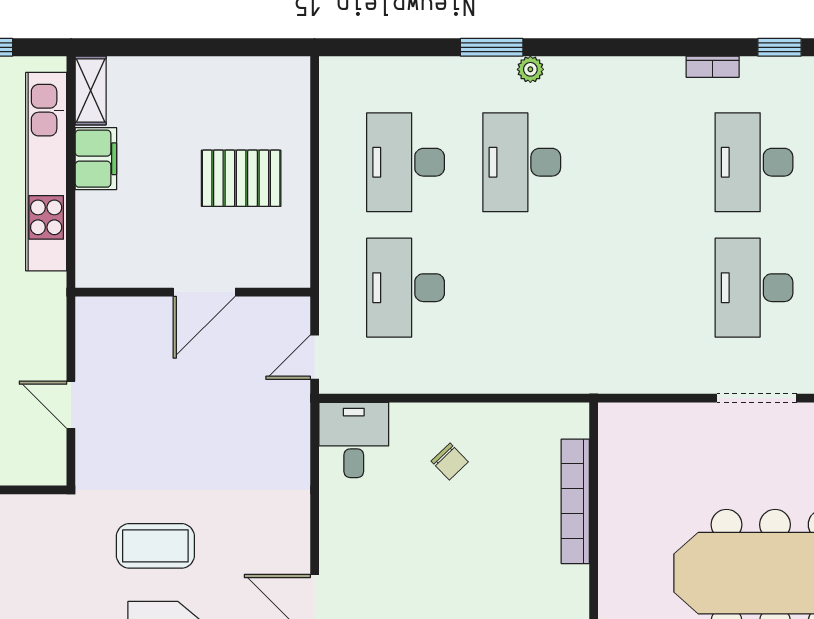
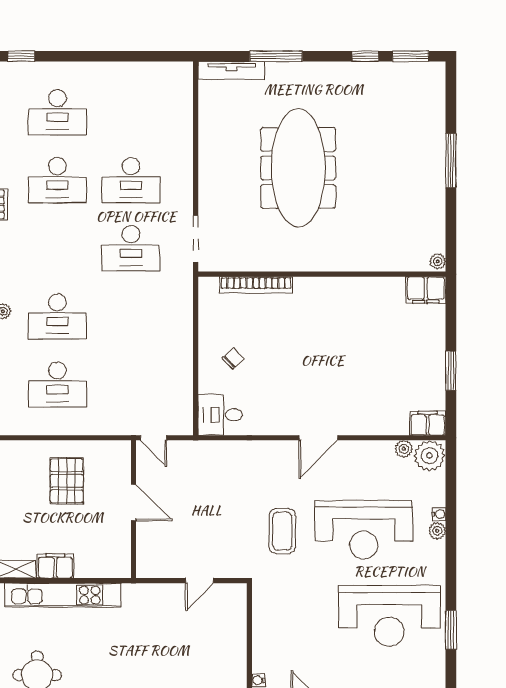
desk: (406, 288) -> (131, 248), moved
door: (315, 357) -> (153, 438), moved
doorway: (757, 398) -> (196, 239), moved

